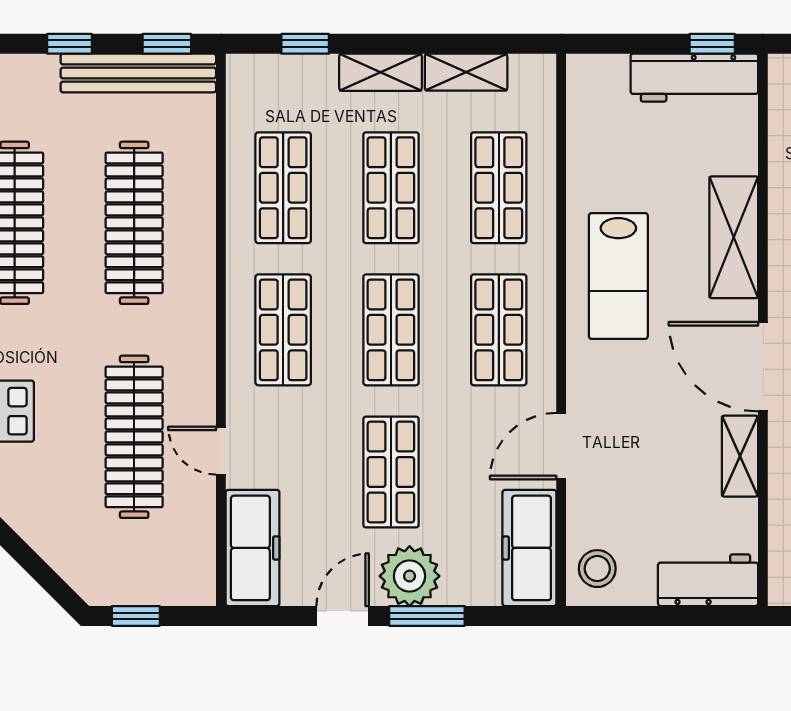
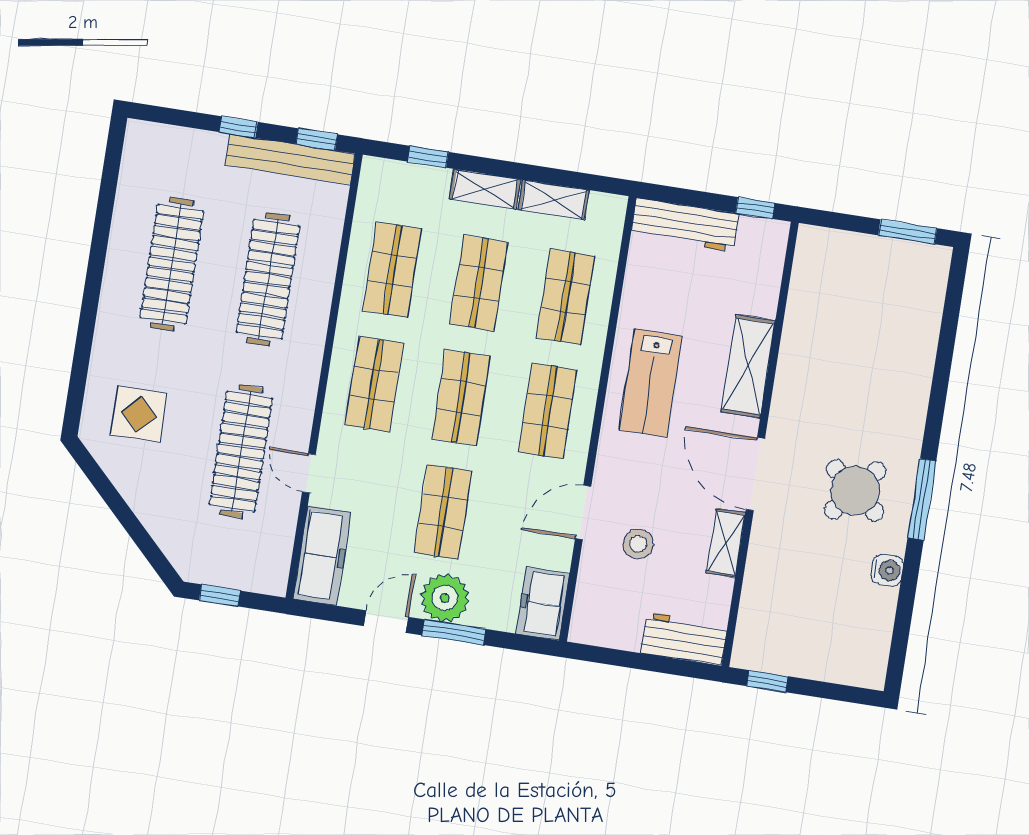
workbench: (694, 78) -> (685, 225), moved
freezer: (529, 548) -> (543, 604), width x0.71
stool: (597, 569) -> (638, 544), moved

